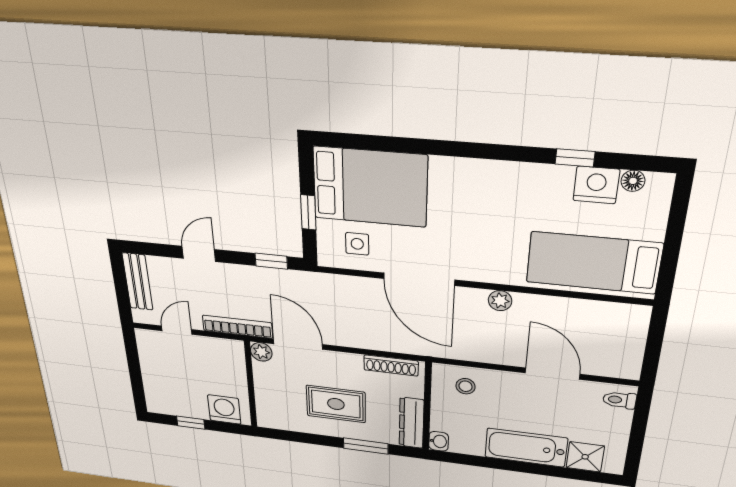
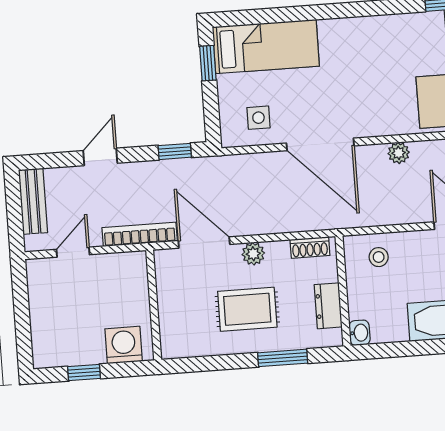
bed: (370, 187) -> (266, 46), width x0.67
window: (308, 212) -> (208, 63), moved
plant: (261, 352) -> (253, 254), moved
shoe rack: (391, 365) -> (310, 248), width x0.70
dresser: (411, 423) -> (328, 306), width x0.70

